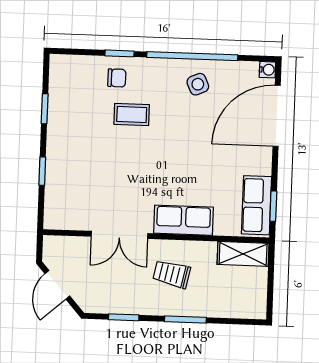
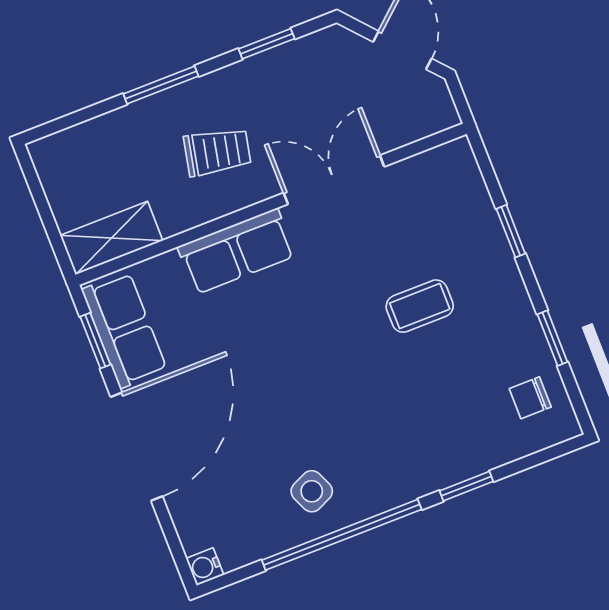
chair: (117, 78) -> (530, 398), moved
coffee table: (132, 115) -> (420, 306), moved
door: (277, 116) -> (137, 447), moved

